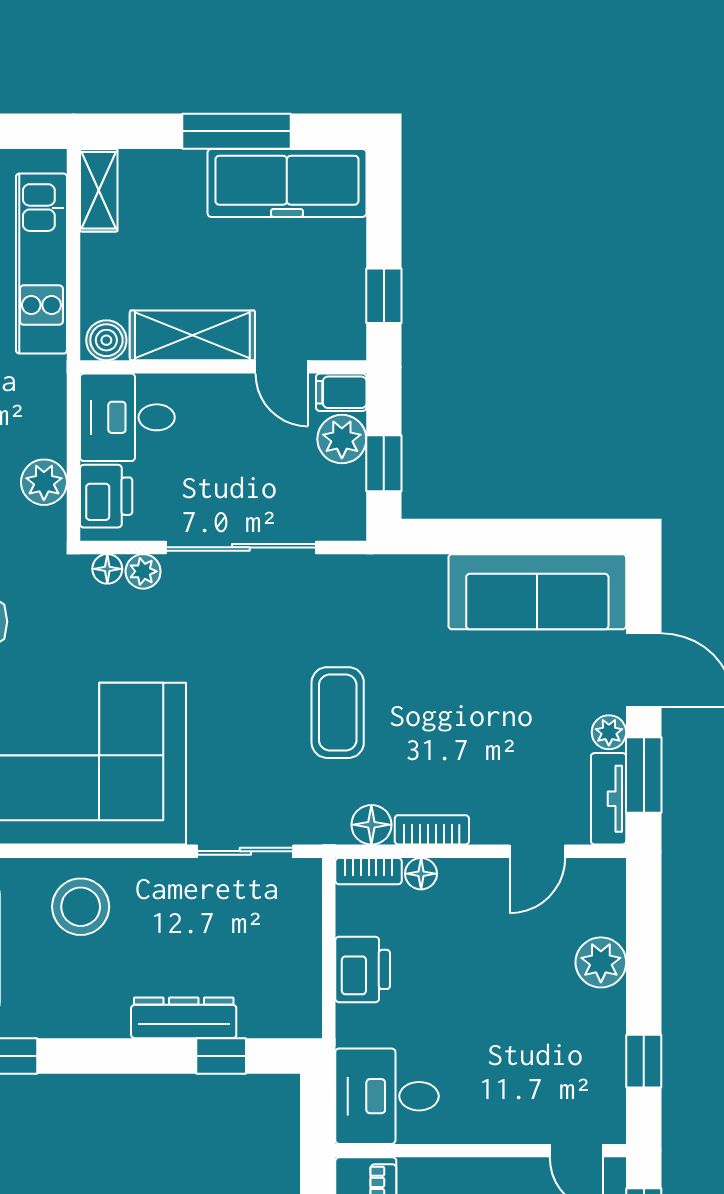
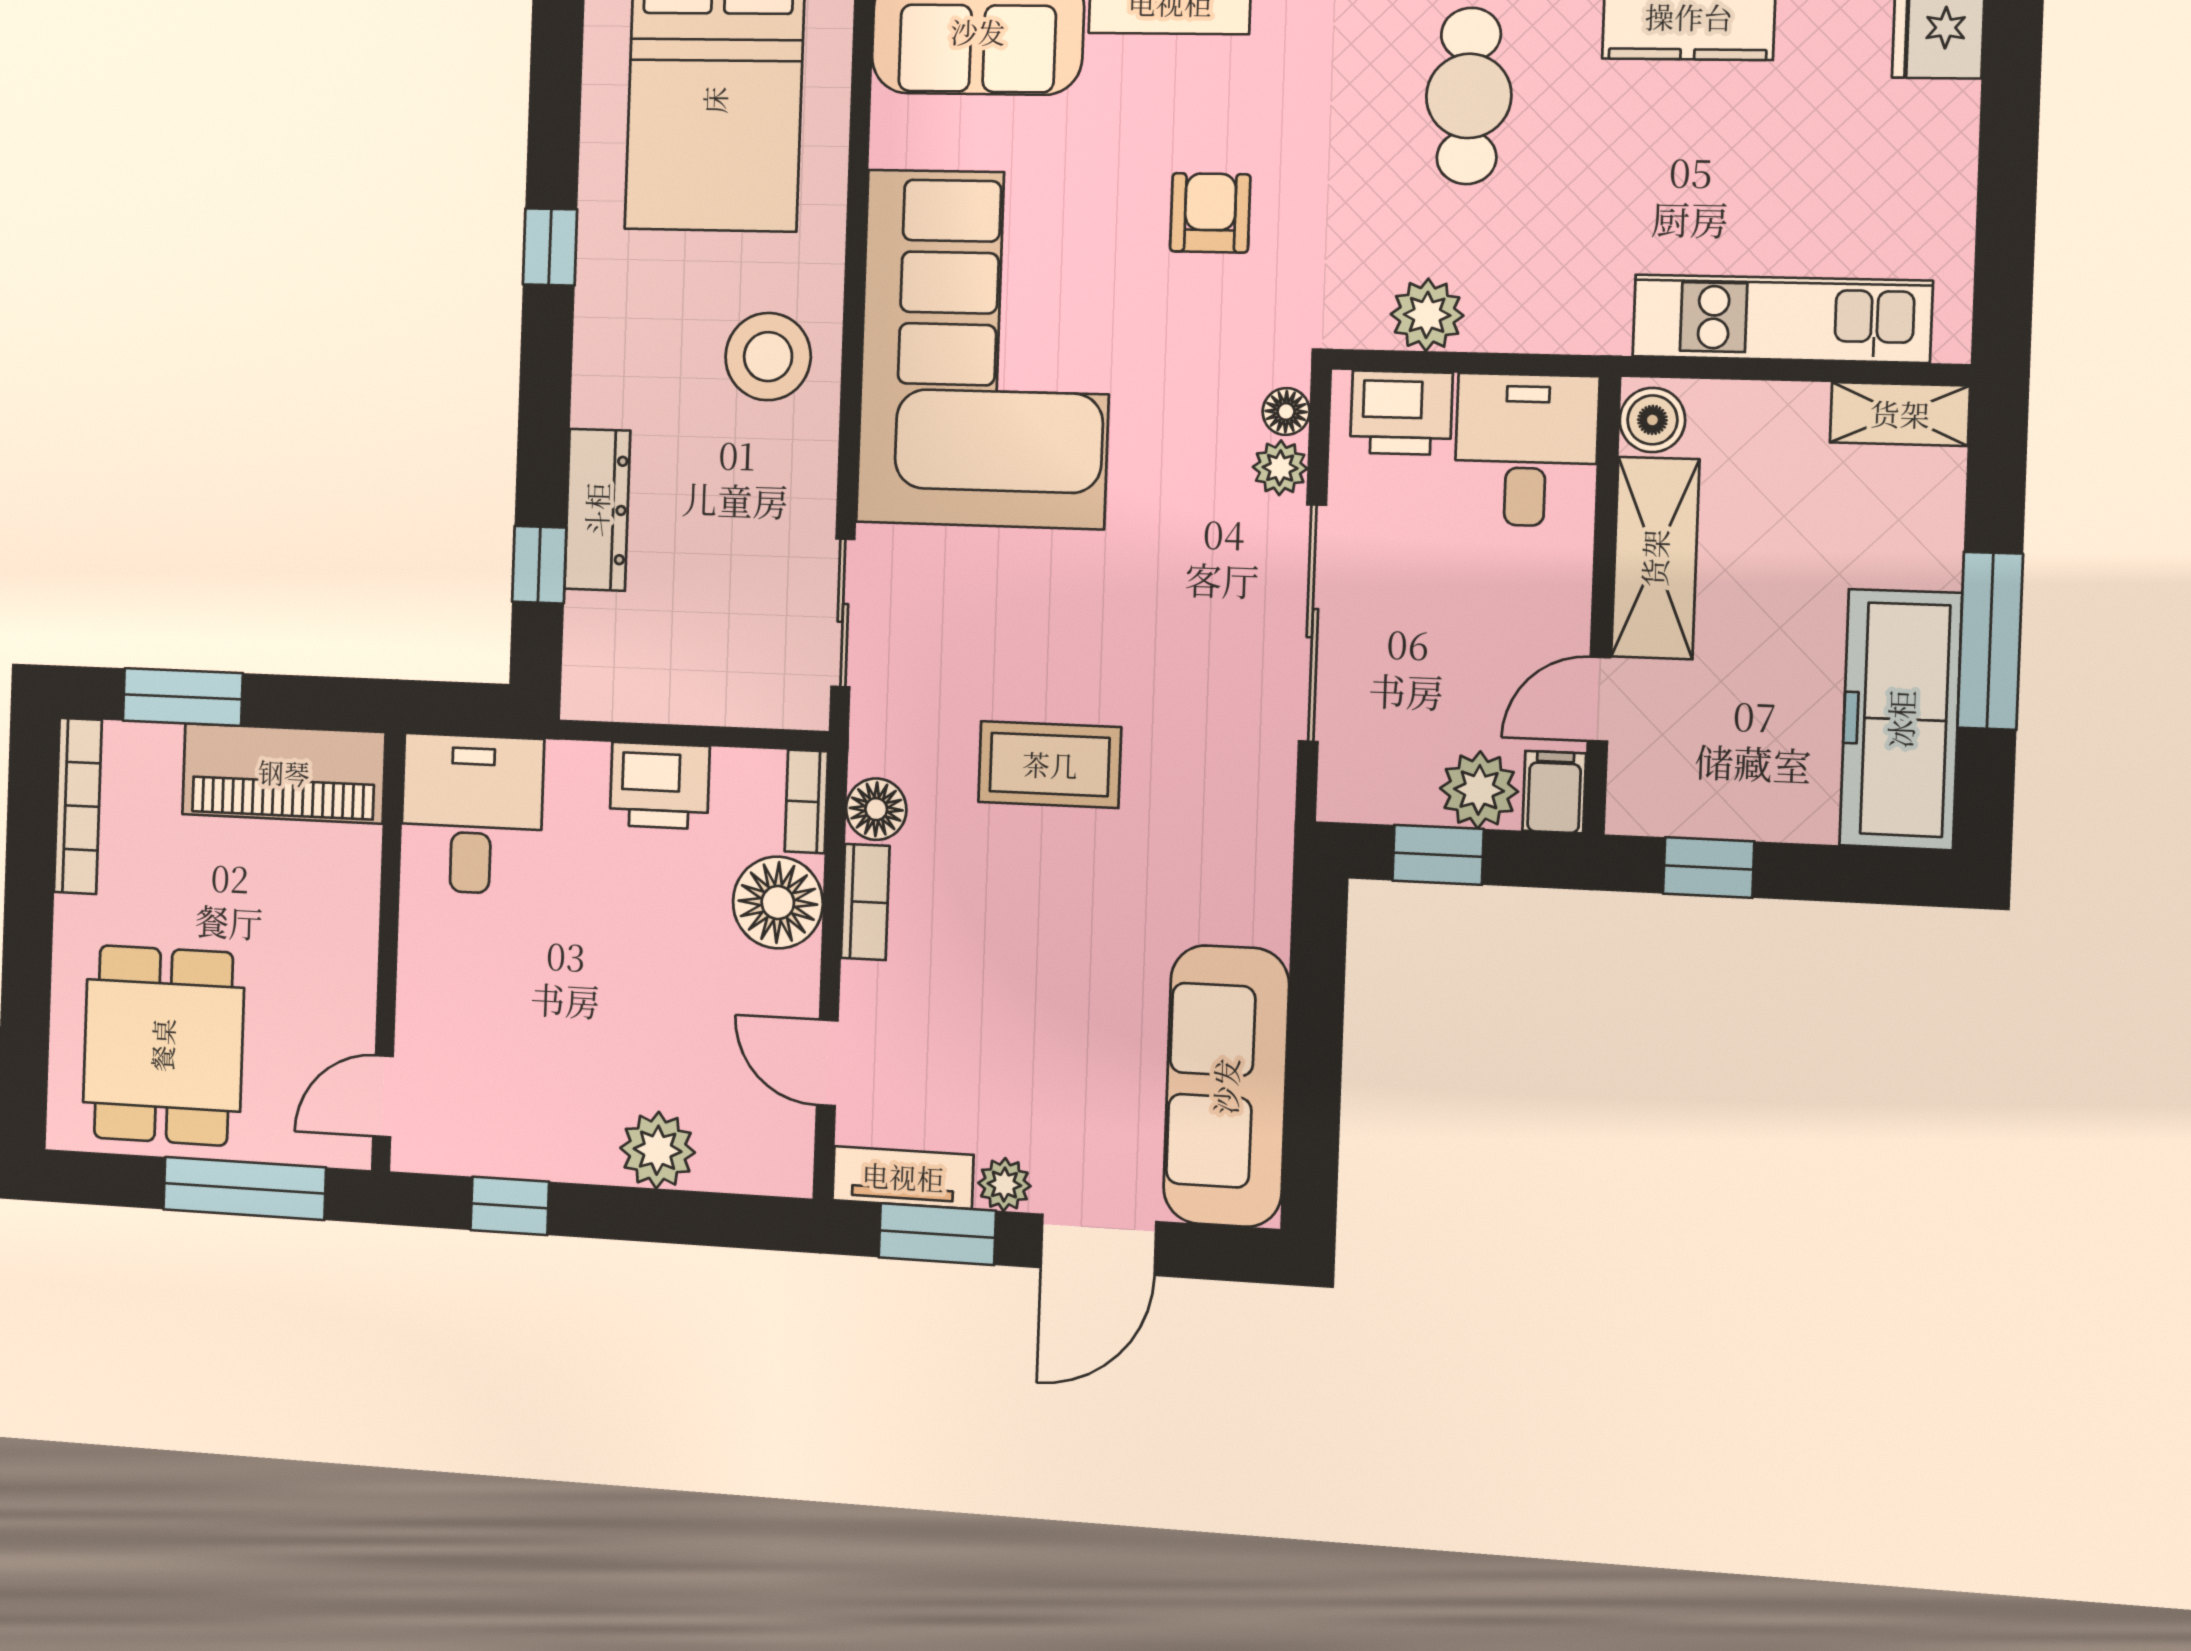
floor lamp: (421, 874) -> (778, 903), width x1.89, depth x1.89

